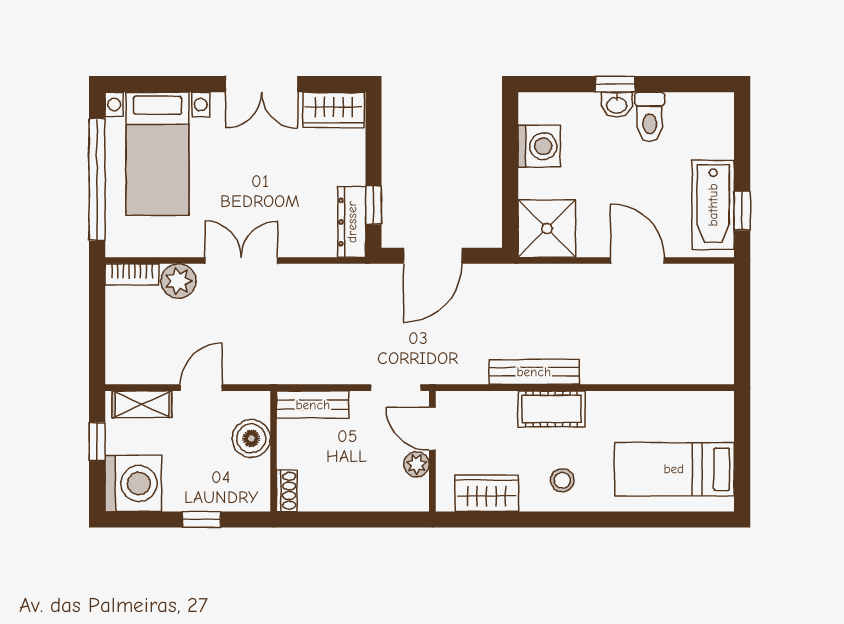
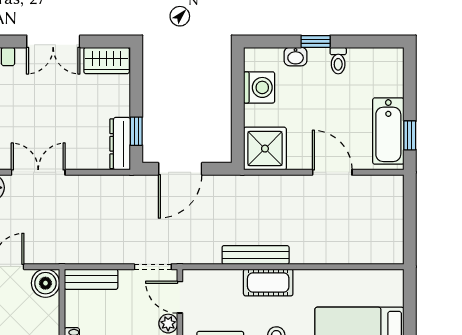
washbasin: (617, 105) -> (296, 57), moved
toilet: (650, 117) -> (338, 61), width x0.73, depth x0.72
boiler: (251, 438) -> (45, 283), moved

